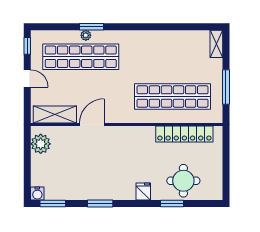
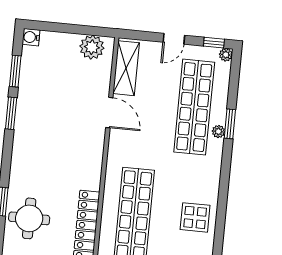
plant: (36, 35) -> (226, 55), added
plant: (86, 35) -> (218, 131), moved
display table: (170, 47) -> (195, 217), added
fridge: (143, 192) -> (21, 168), removed
window: (53, 204) -> (15, 71), moved

